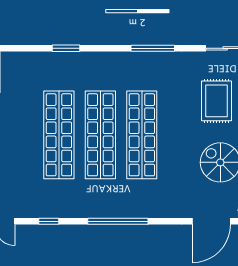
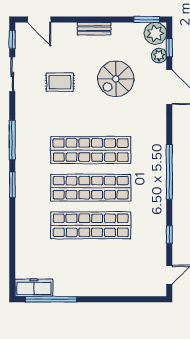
window: (66, 48) -> (12, 185), moved
rug: (217, 101) -> (60, 82), width x0.73, depth x0.70

